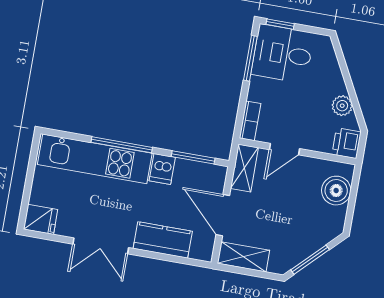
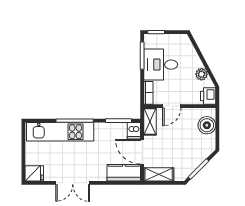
desk: (283, 54) -> (161, 65), moved
dishwasher: (162, 169) -> (134, 131), moved
kitchen counter: (163, 240) -> (124, 173), moved

